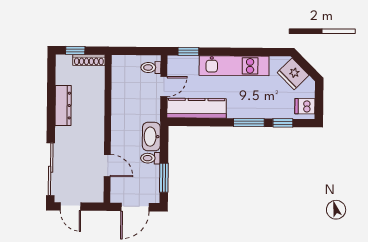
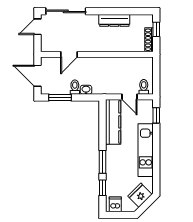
washbasin: (151, 137) -> (86, 90), width x0.52, depth x0.69

